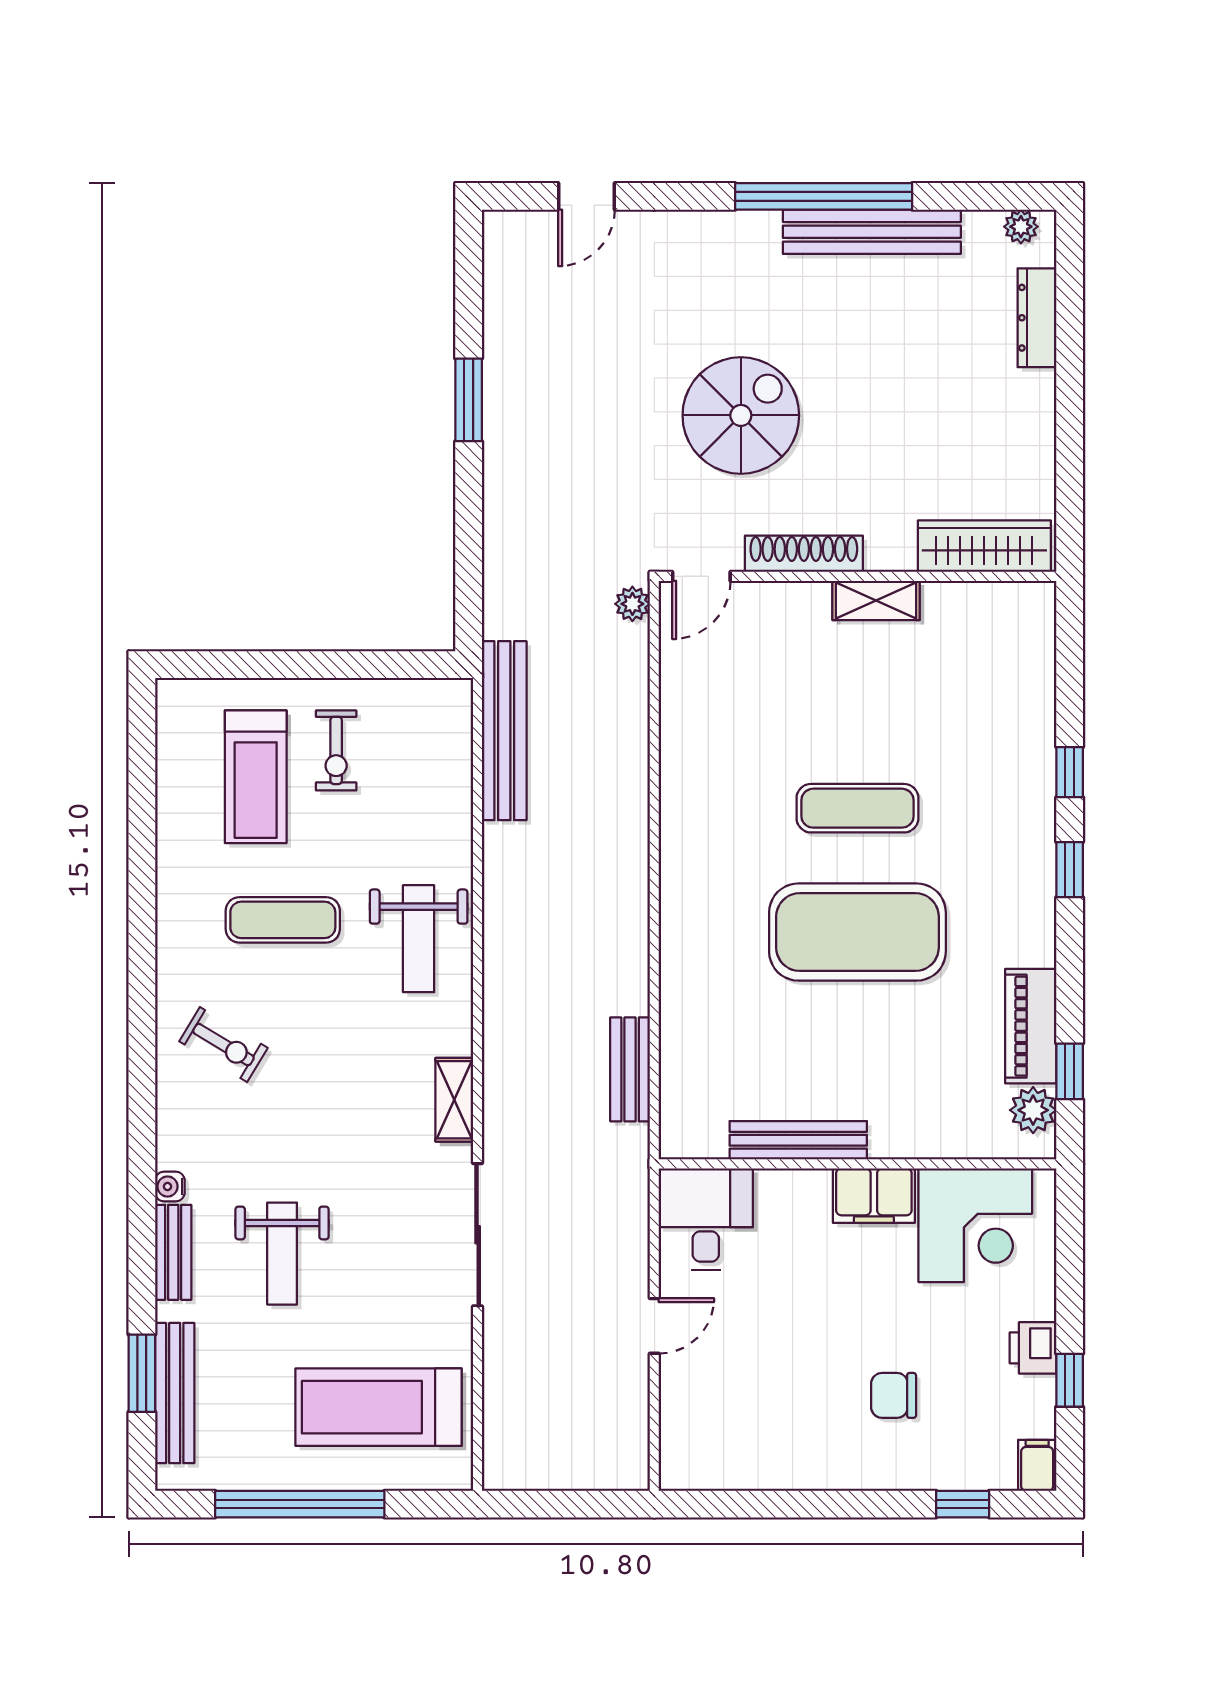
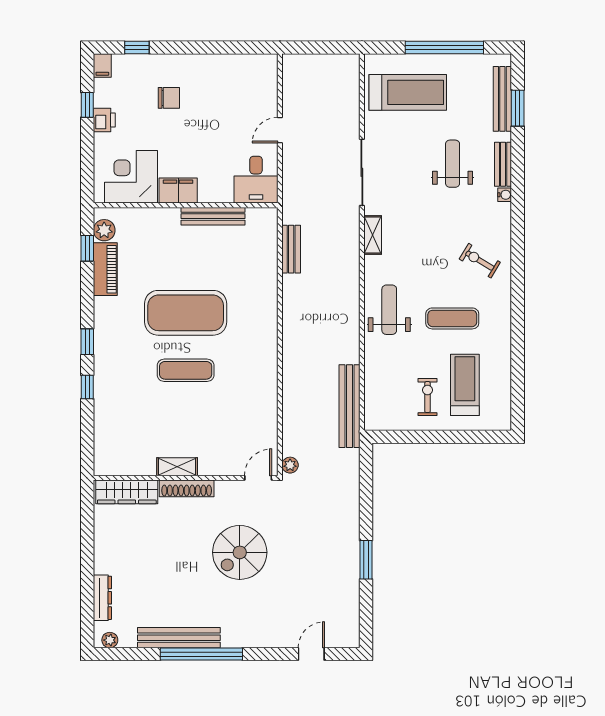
shoe rack: (804, 554) -> (187, 488), moved

